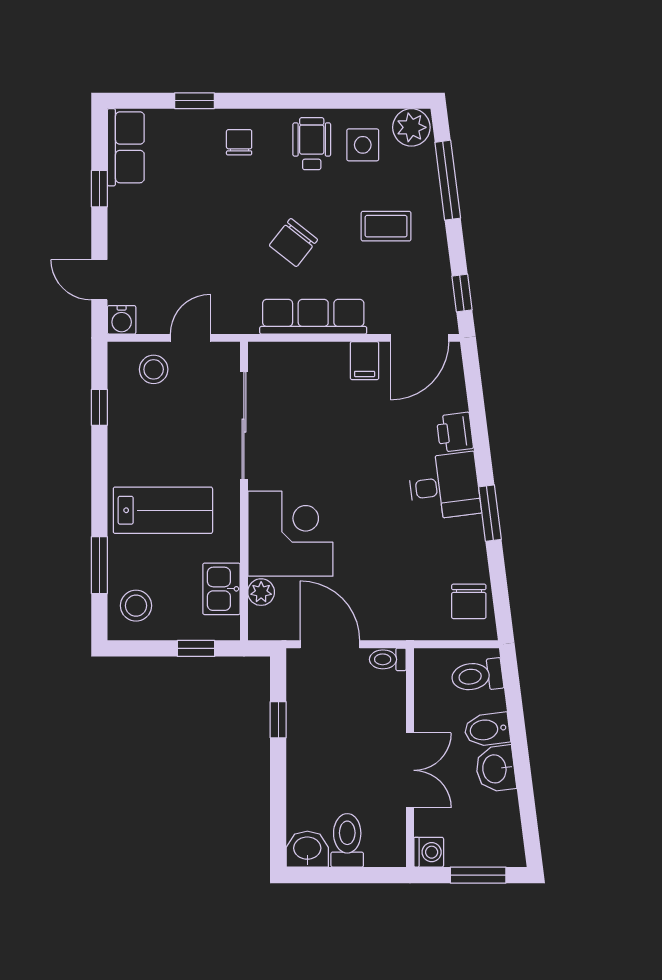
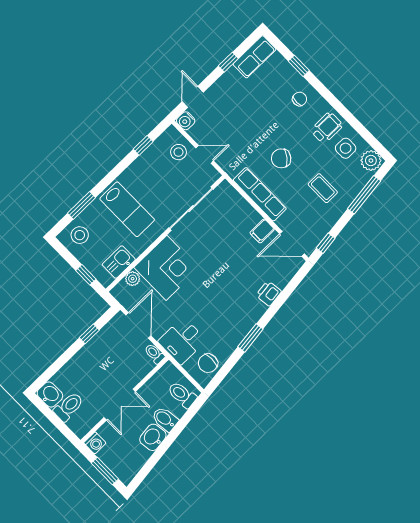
desk: (444, 486) -> (182, 341), moved, turned 97

